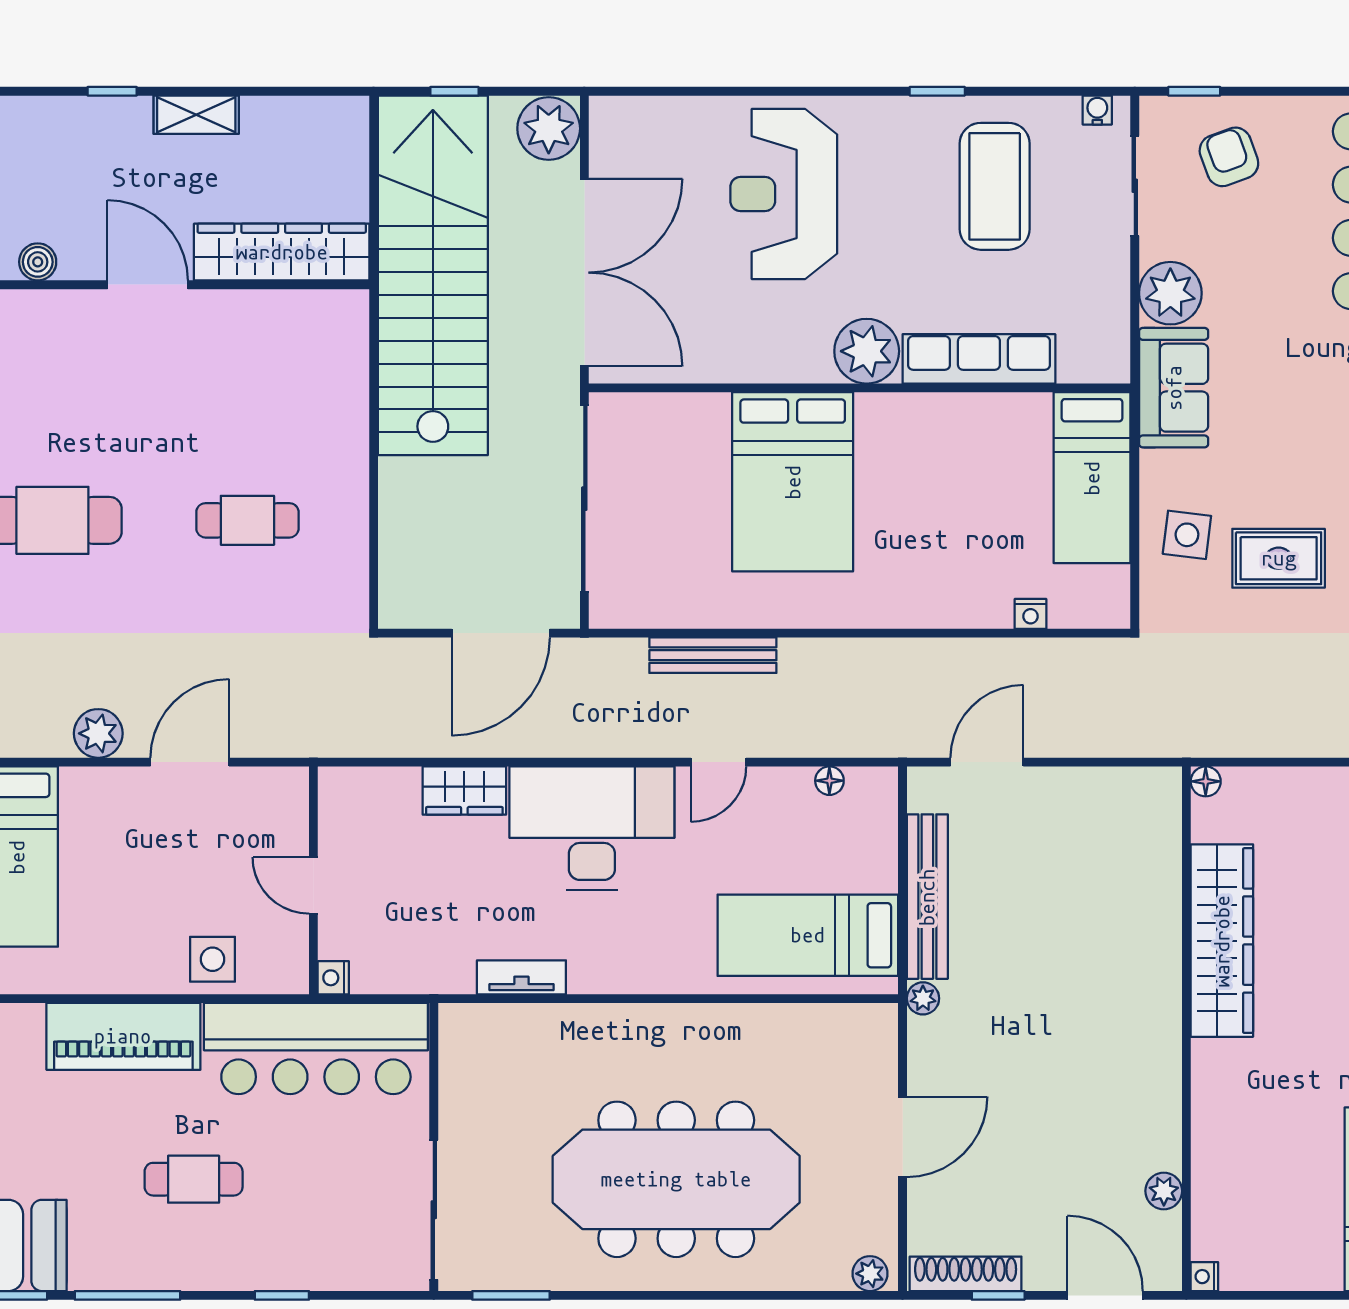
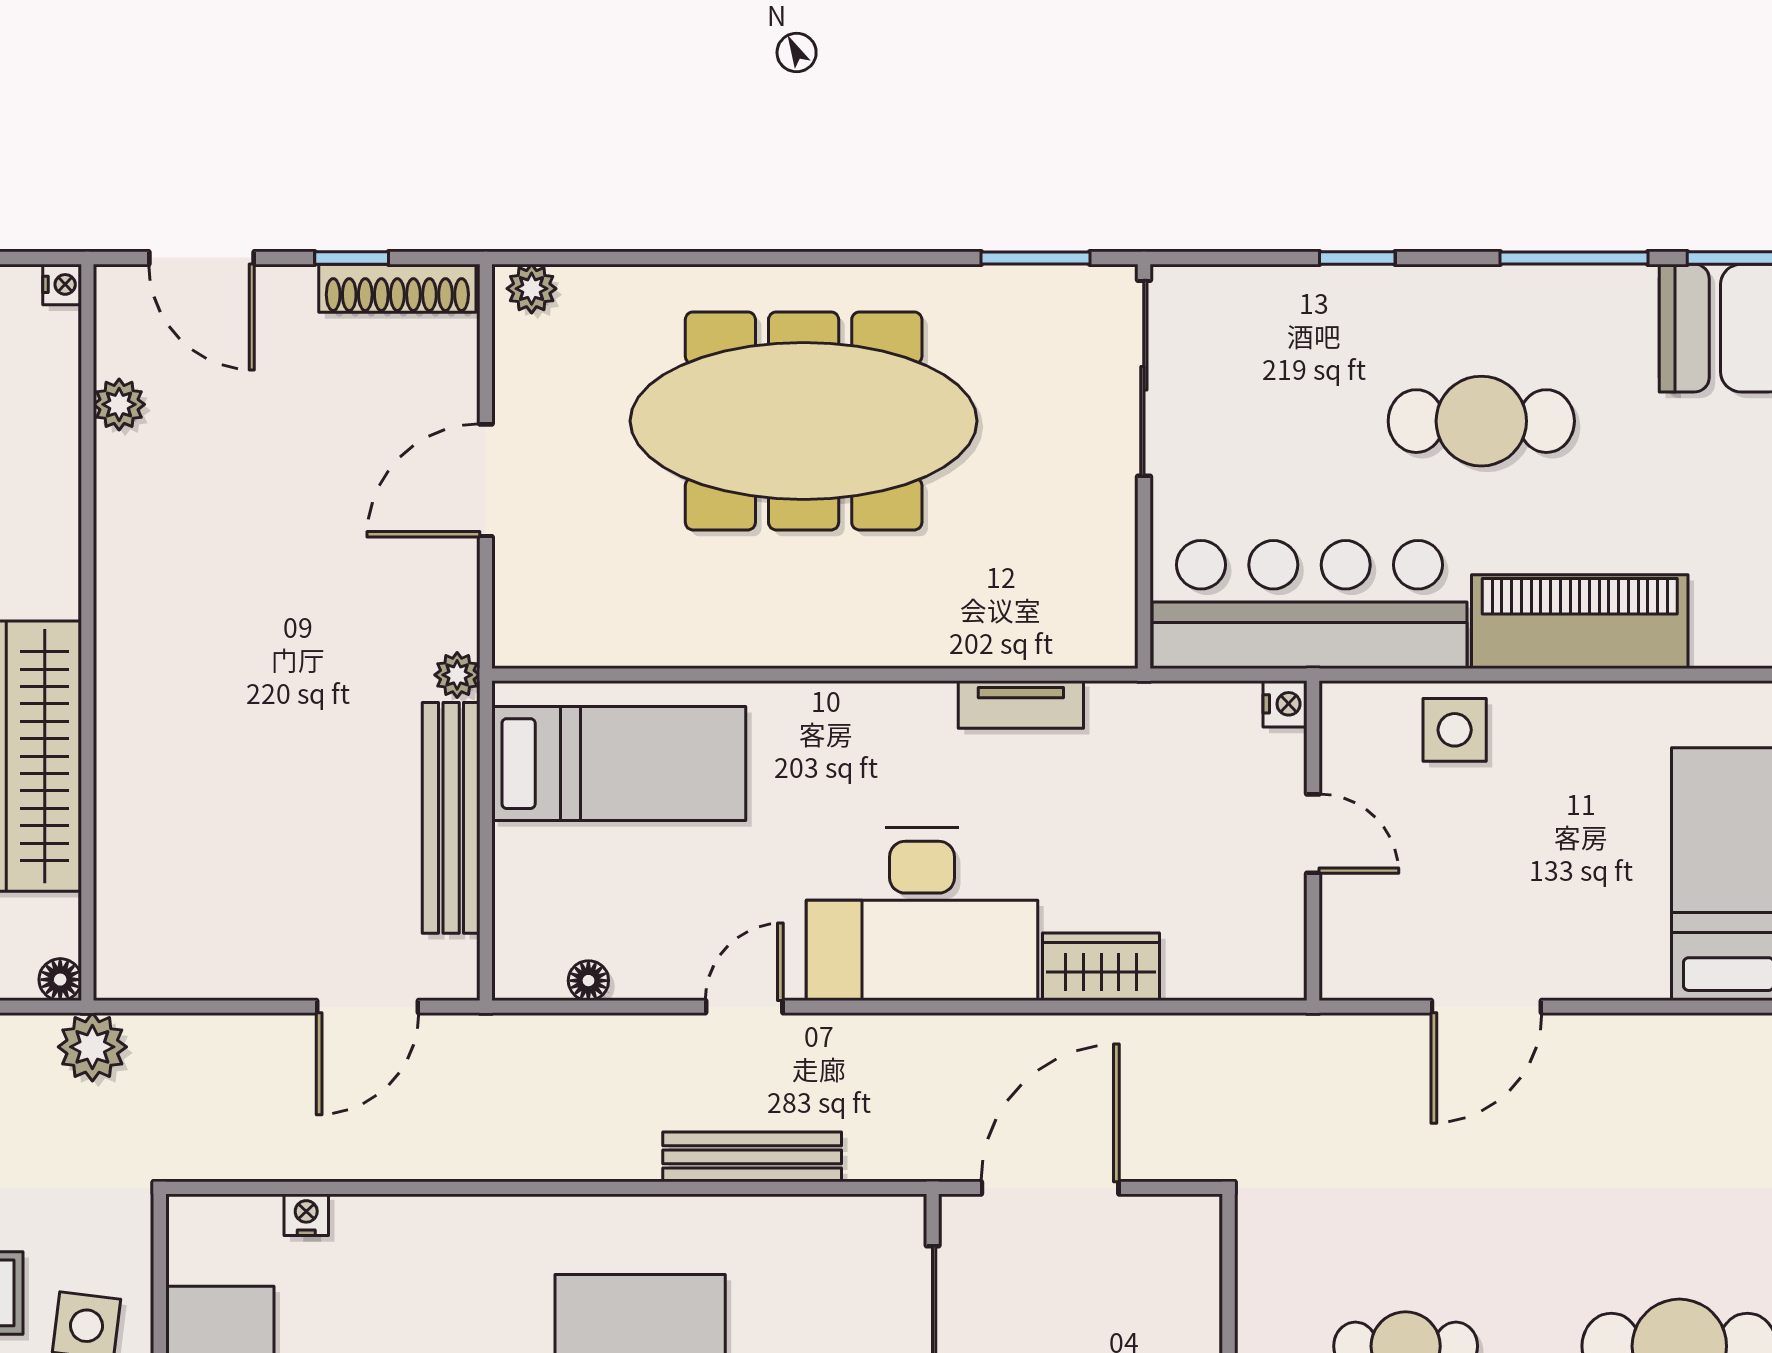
plant: (98, 733) -> (92, 1047), moved
cafe table: (194, 1179) -> (1481, 421), width x1.37, depth x1.35

